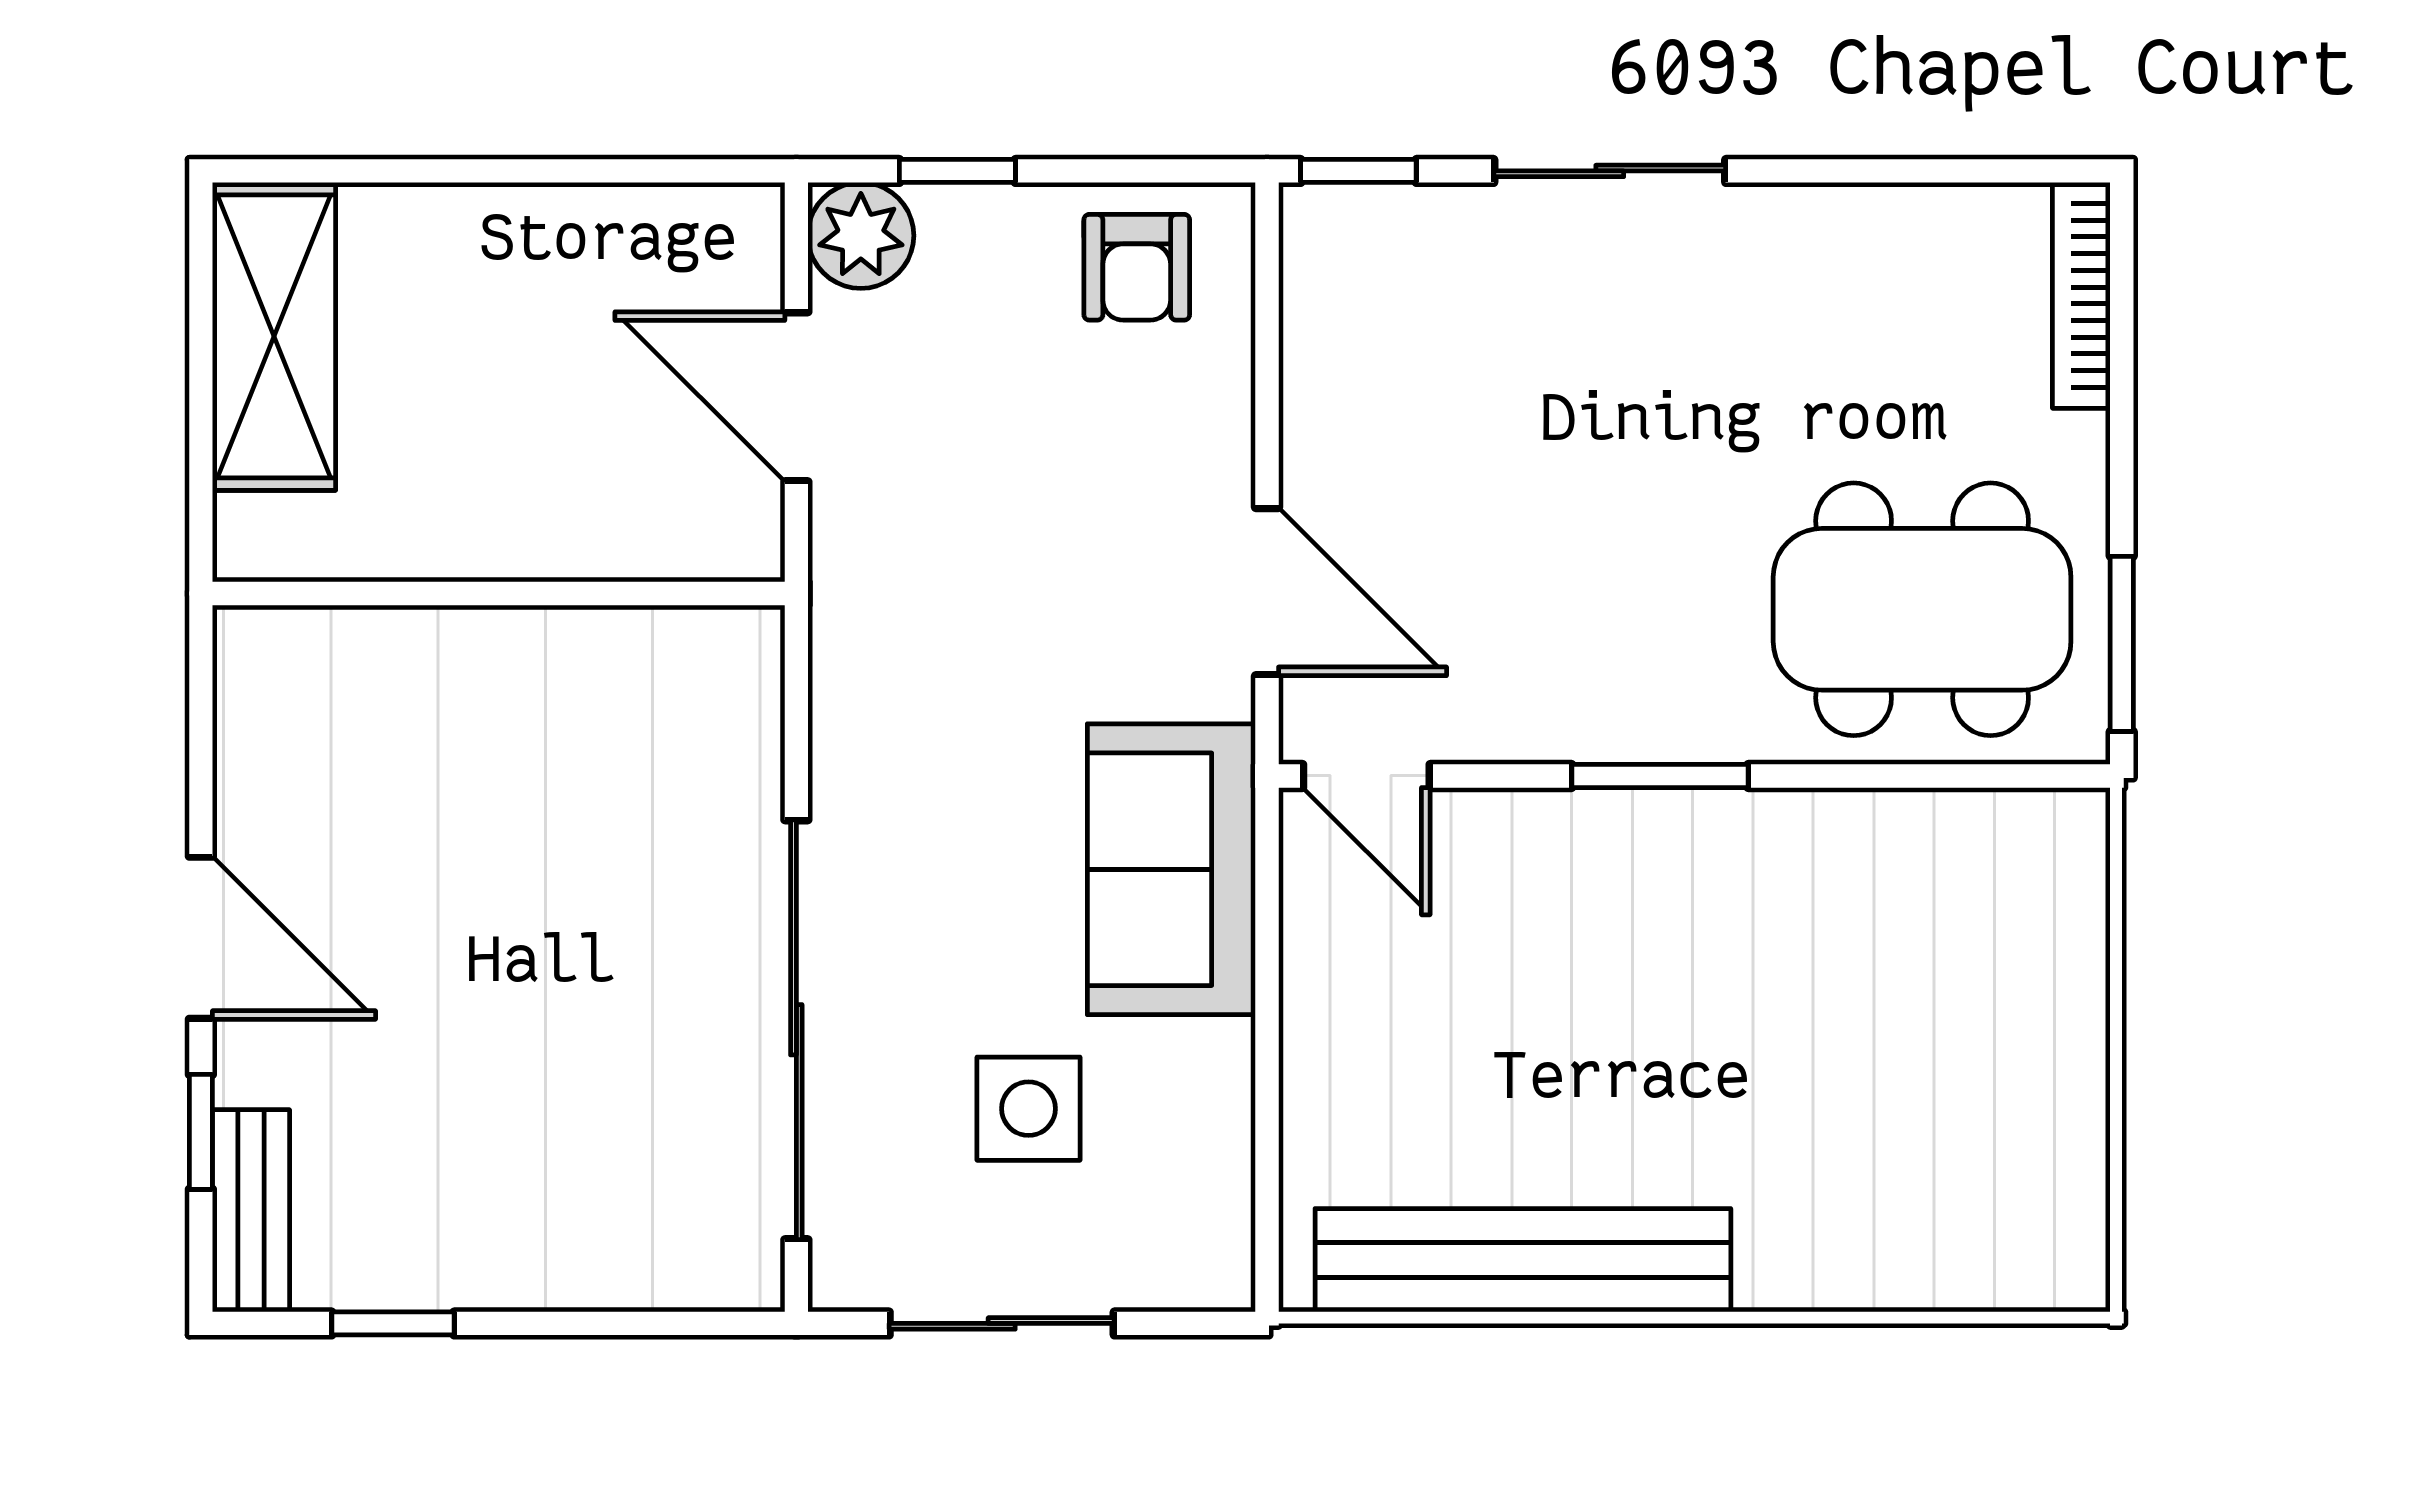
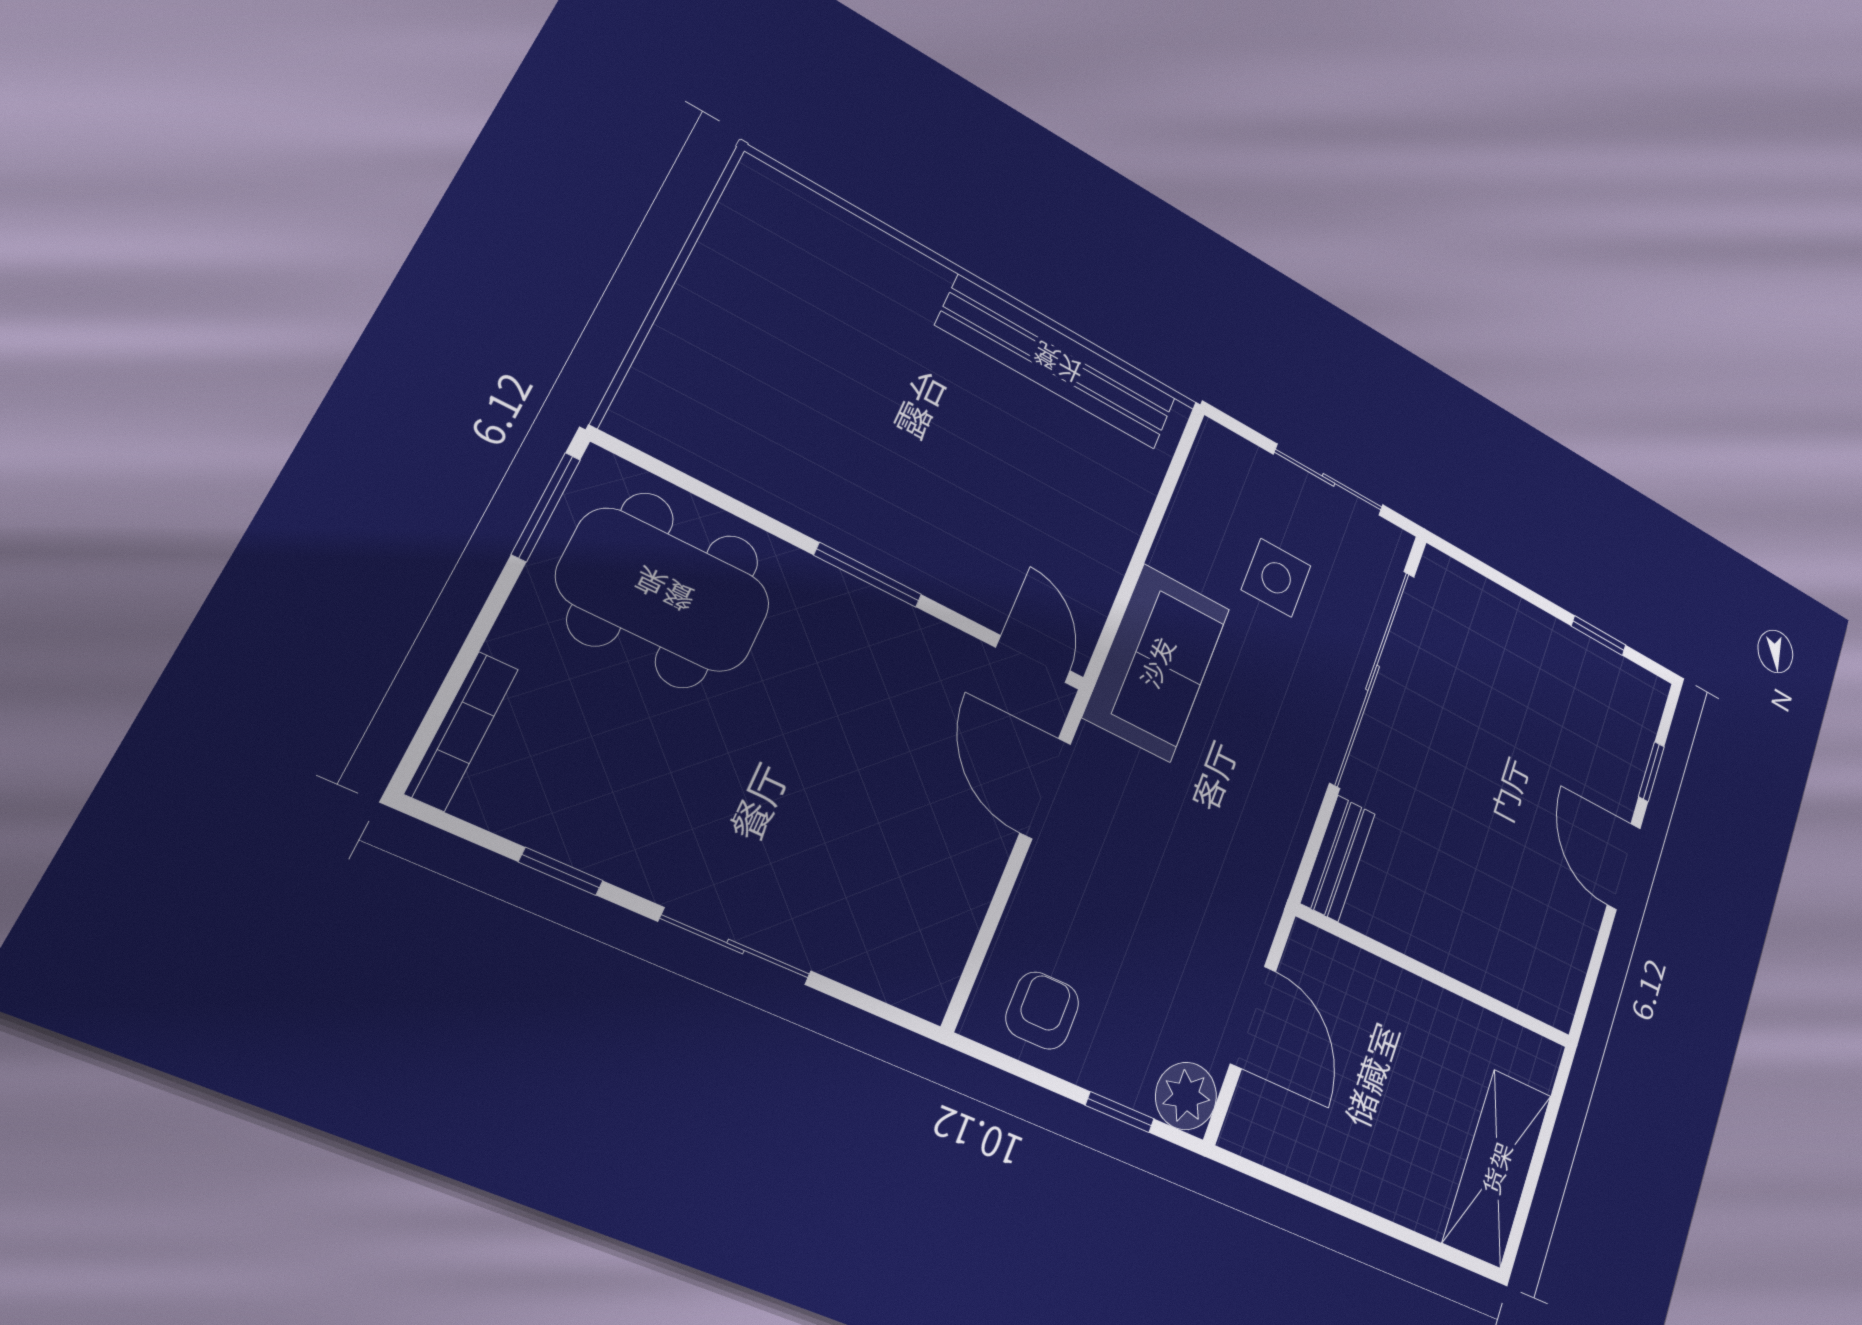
window: (1358, 171) -> (561, 871), moved
bench: (251, 1211) -> (1338, 858), moved

